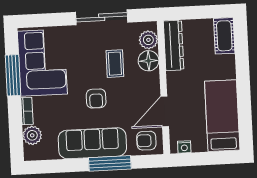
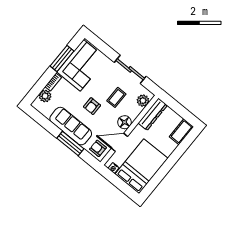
floor lamp: (149, 61) -> (124, 122), moved
bed: (222, 116) -> (141, 166), width x1.50

